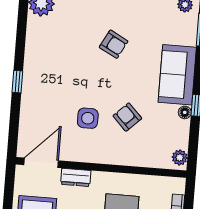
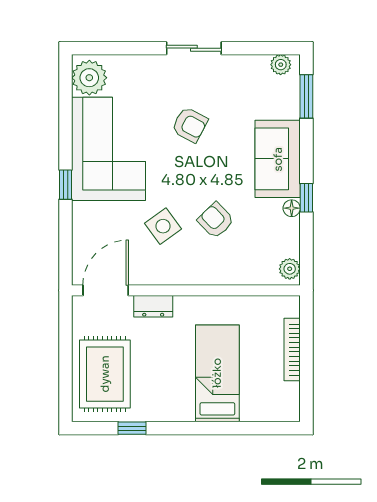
corner sofa: (52, 57) -> (109, 149), added
side table: (88, 118) -> (163, 226), turned -36

